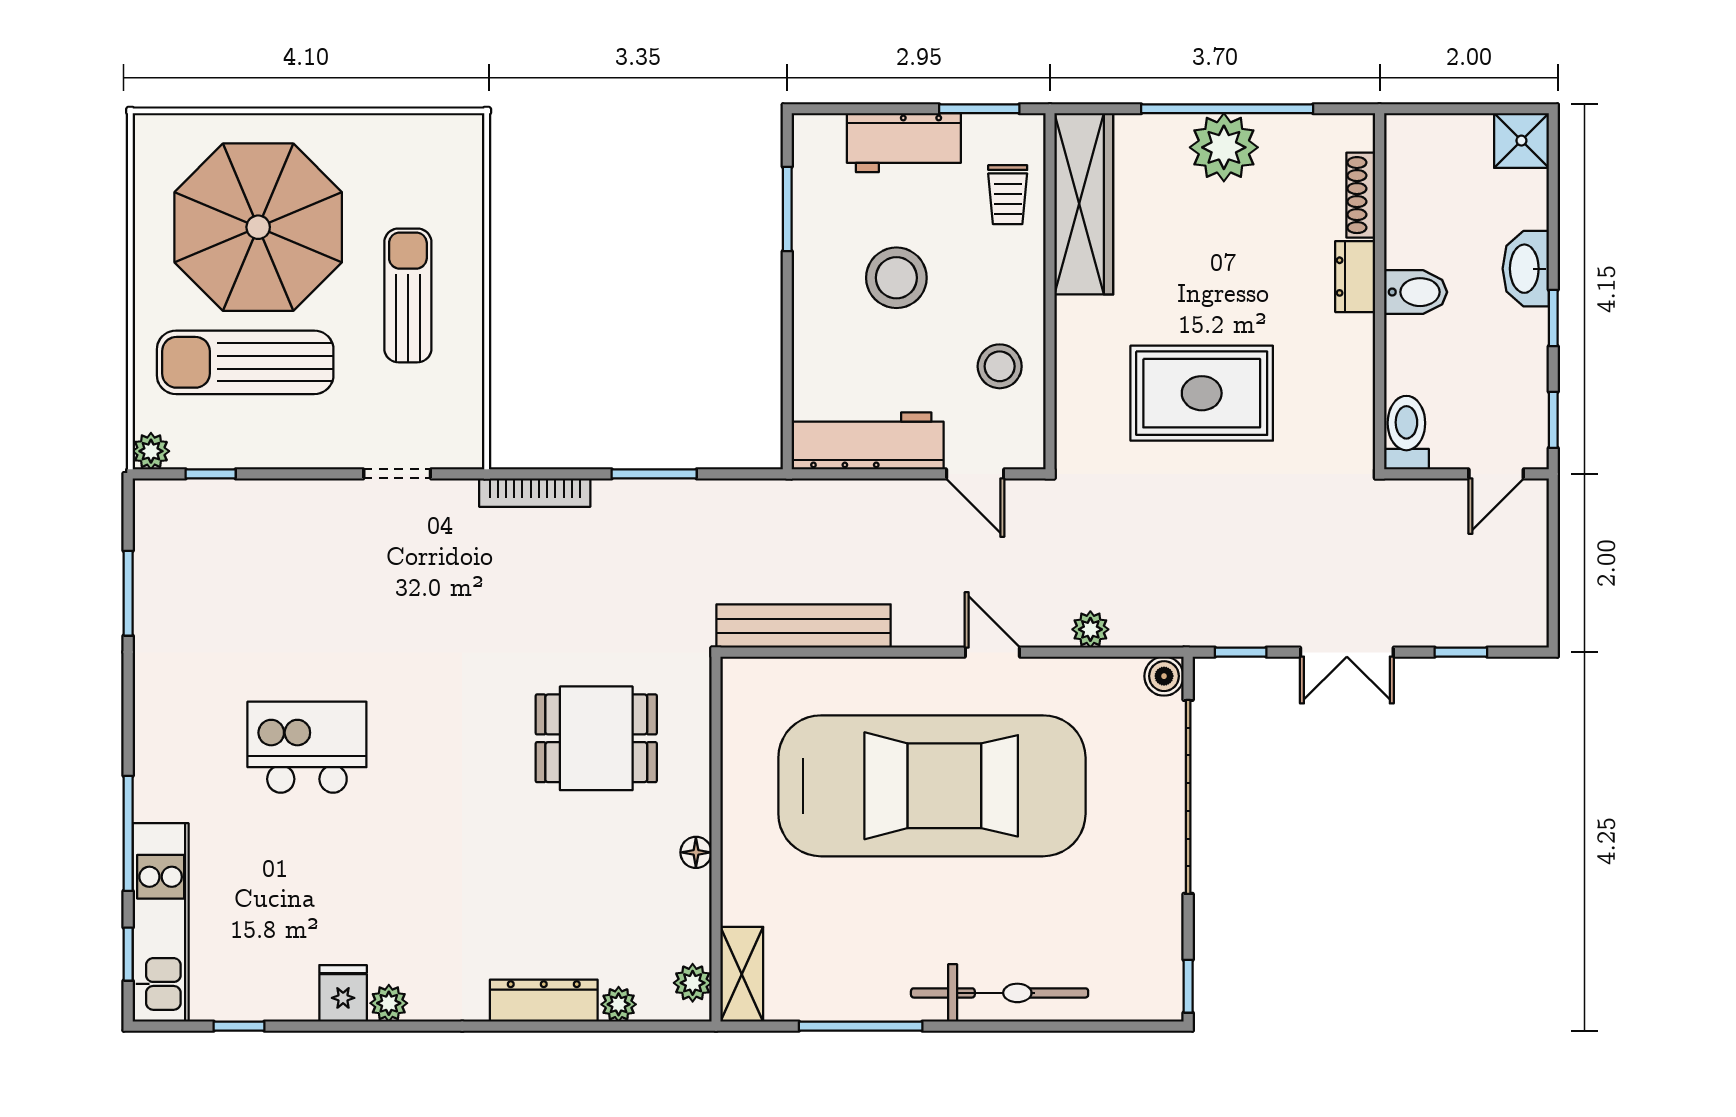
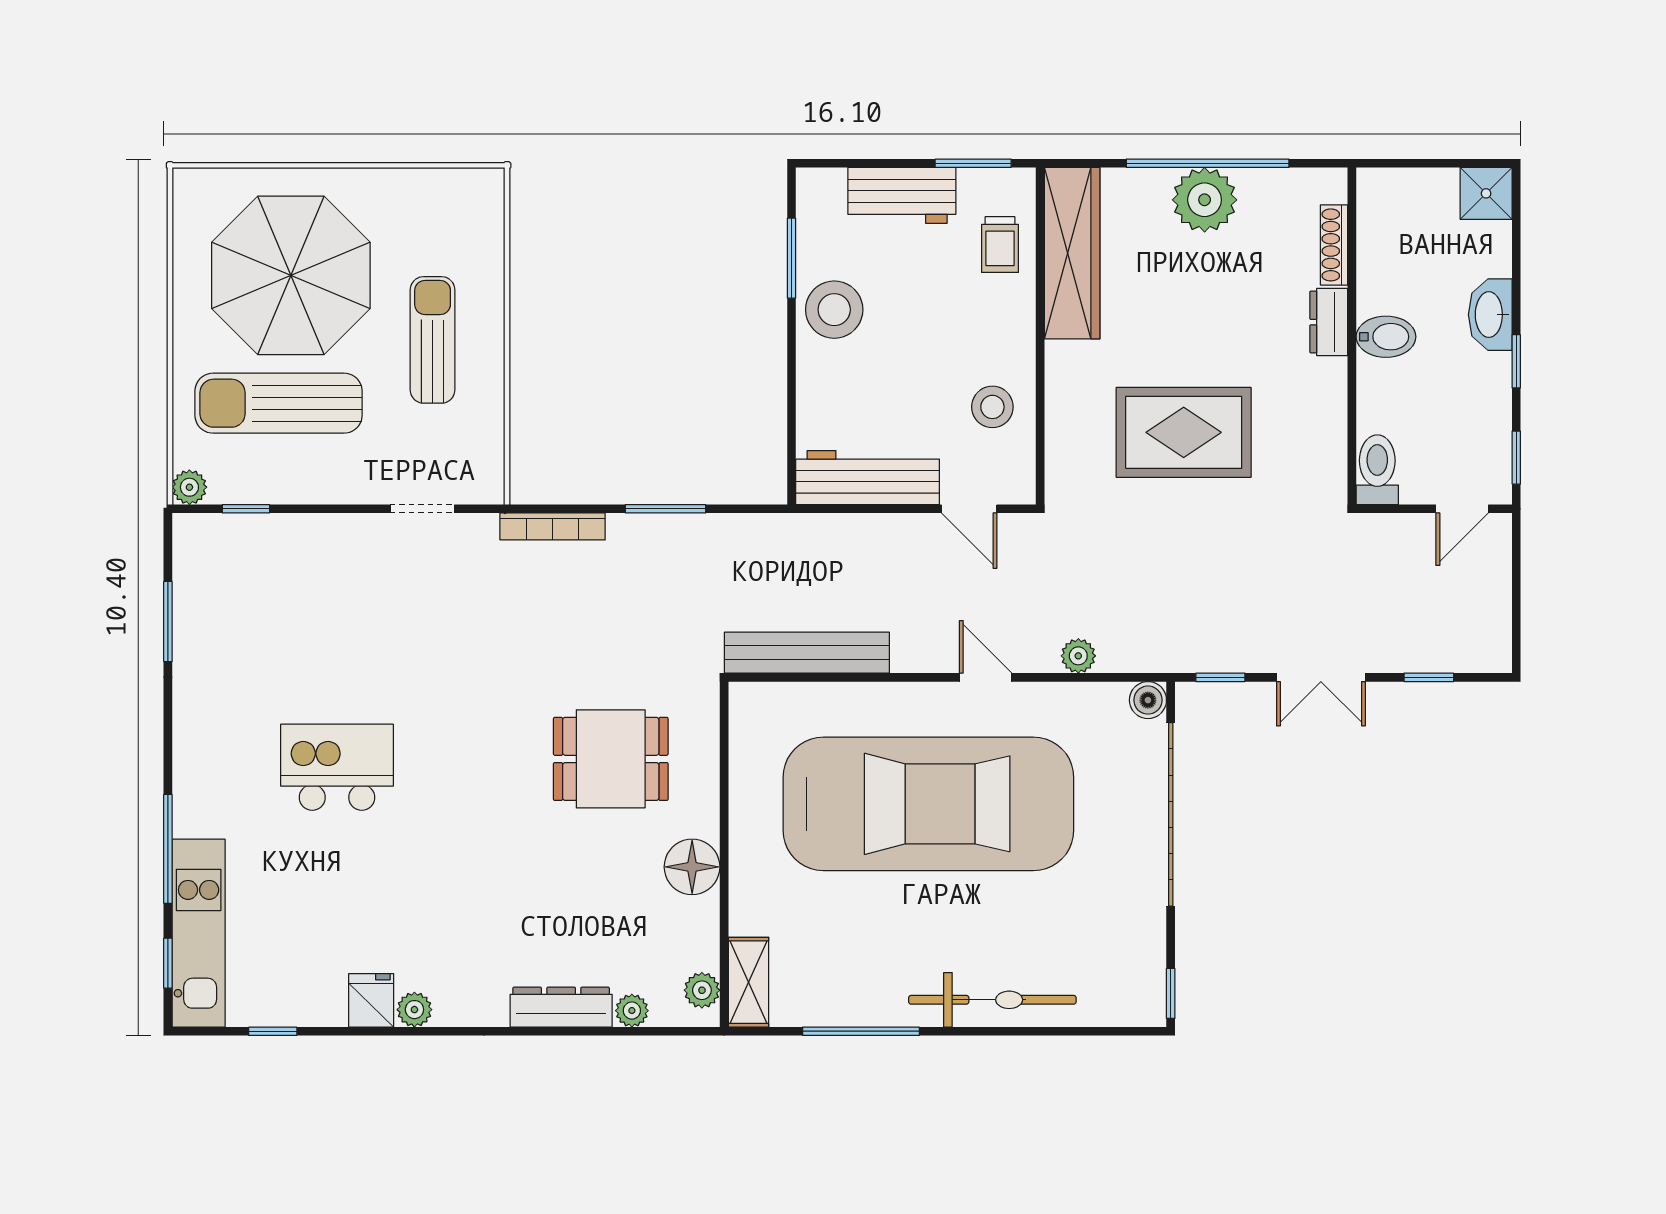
stool: (896, 278) -> (834, 310), moved
floor lamp: (696, 852) -> (692, 867), width x1.89, depth x1.89

